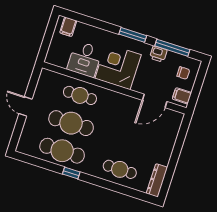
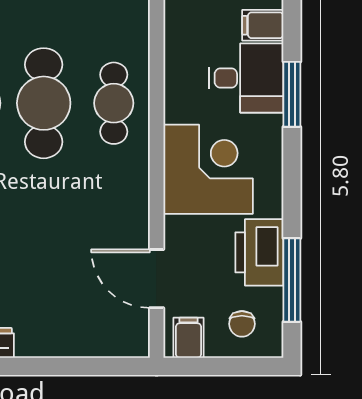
window: (133, 35) -> (292, 94), moved
printer: (158, 54) -> (259, 252), width x1.87, depth x1.48
desk: (85, 59) -> (246, 78), moved, turned 180

